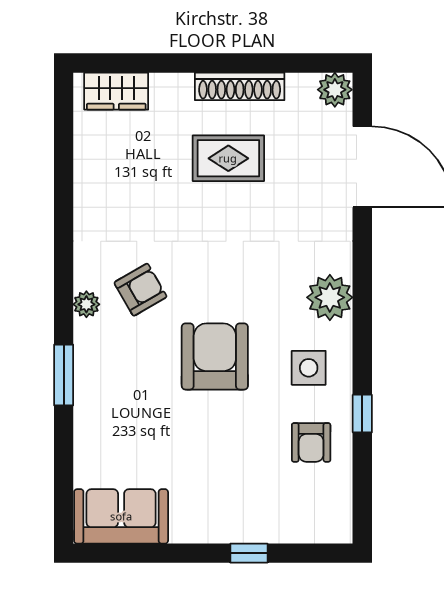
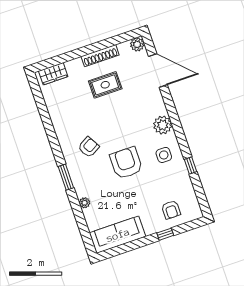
plant: (86, 304) -> (84, 203), moved
window: (64, 375) -> (66, 177), moved
armchair: (311, 442) -> (171, 210), moved
sofa: (121, 516) -> (118, 235), width x1.36

